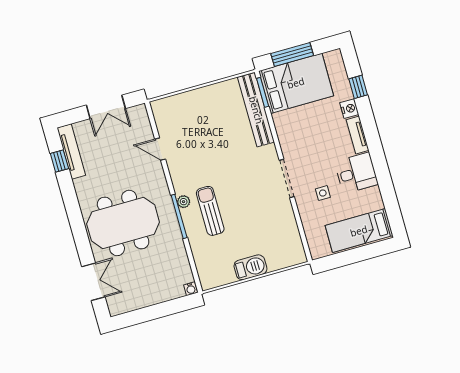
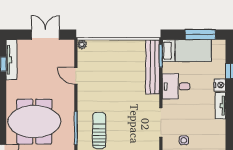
window: (292, 54) -> (200, 35), moved
bed: (296, 83) -> (187, 51), width x0.67
double door: (106, 107) -> (45, 35), swing flipped
desk: (356, 173) -> (176, 86), moved, turned 180
plant: (184, 202) -> (82, 44), moved

